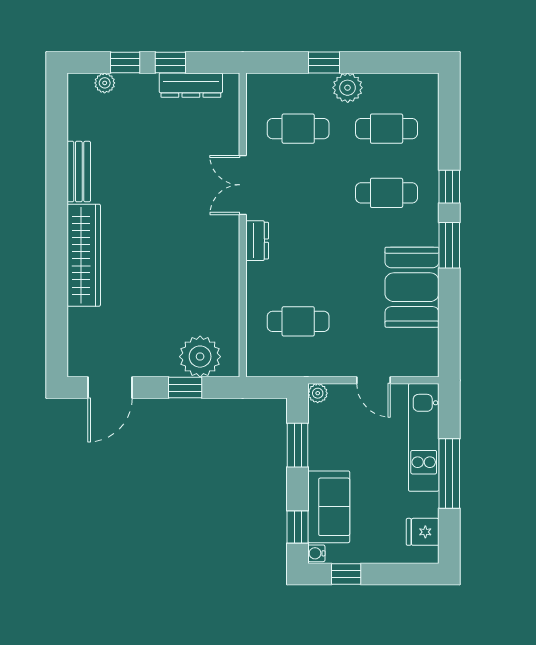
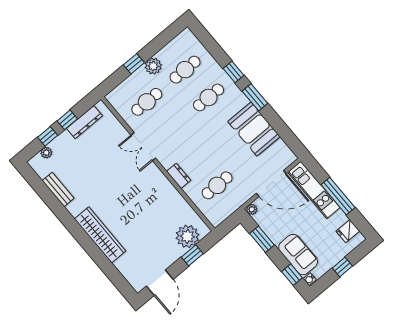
bench: (79, 172) -> (58, 189), moved
dresser: (257, 241) -> (179, 176), moved
door: (373, 380) -> (271, 183), width x1.88
window: (346, 574) -> (342, 267), moved

